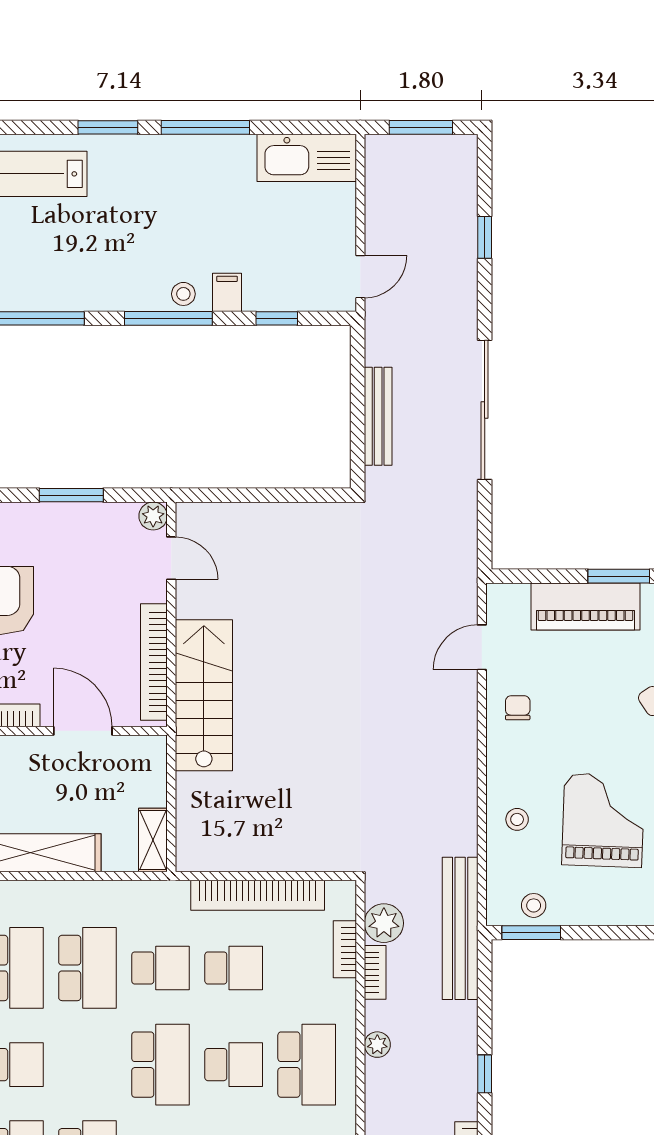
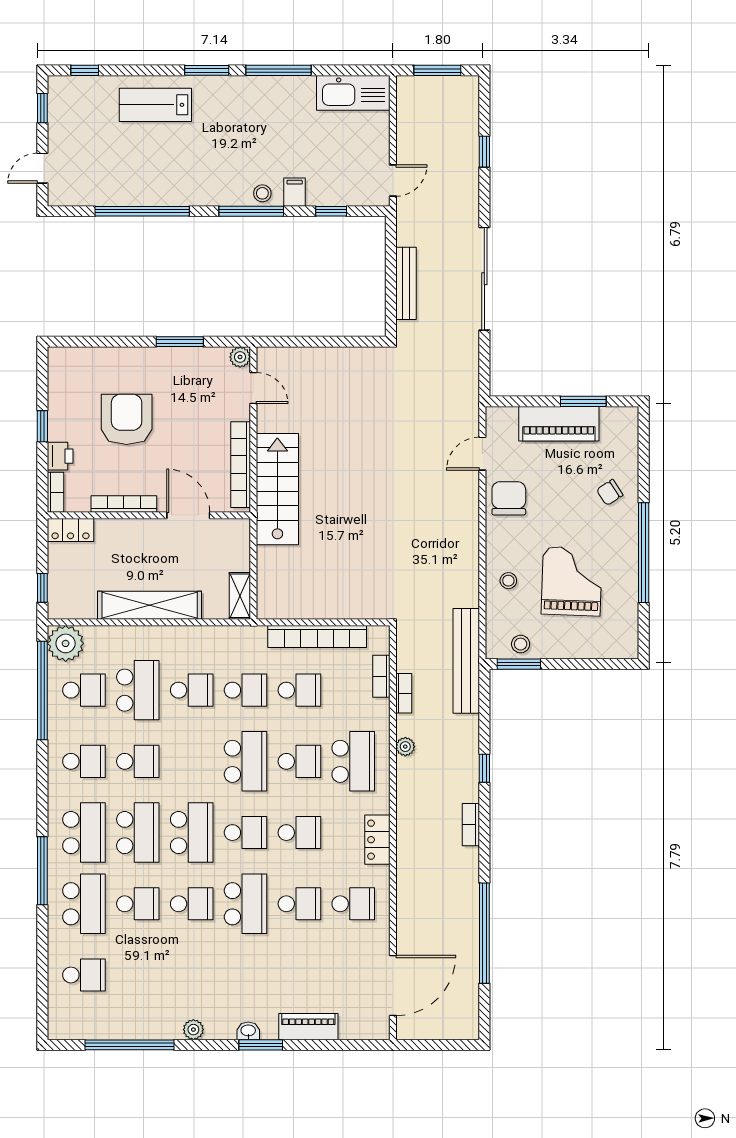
chair: (518, 708) -> (509, 498), width x1.87, depth x1.87
plant: (384, 923) -> (410, 657), removed
school desk: (87, 968) -> (192, 690), width x0.54

